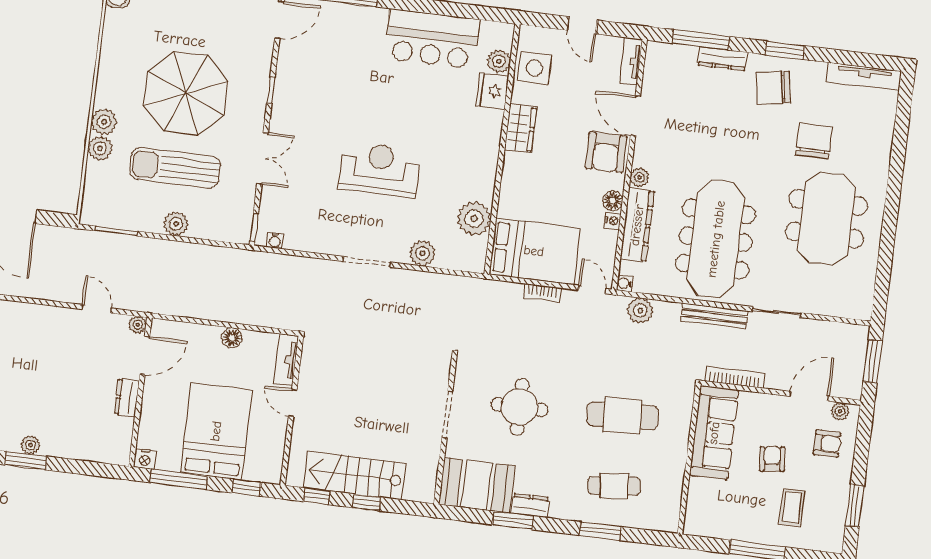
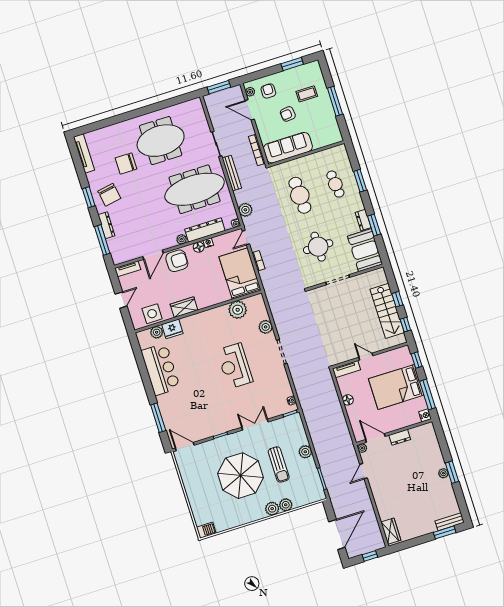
sun lounger: (175, 168) -> (279, 464), width x0.73, depth x0.75
door: (293, 403) -> (366, 357), swing flipped

